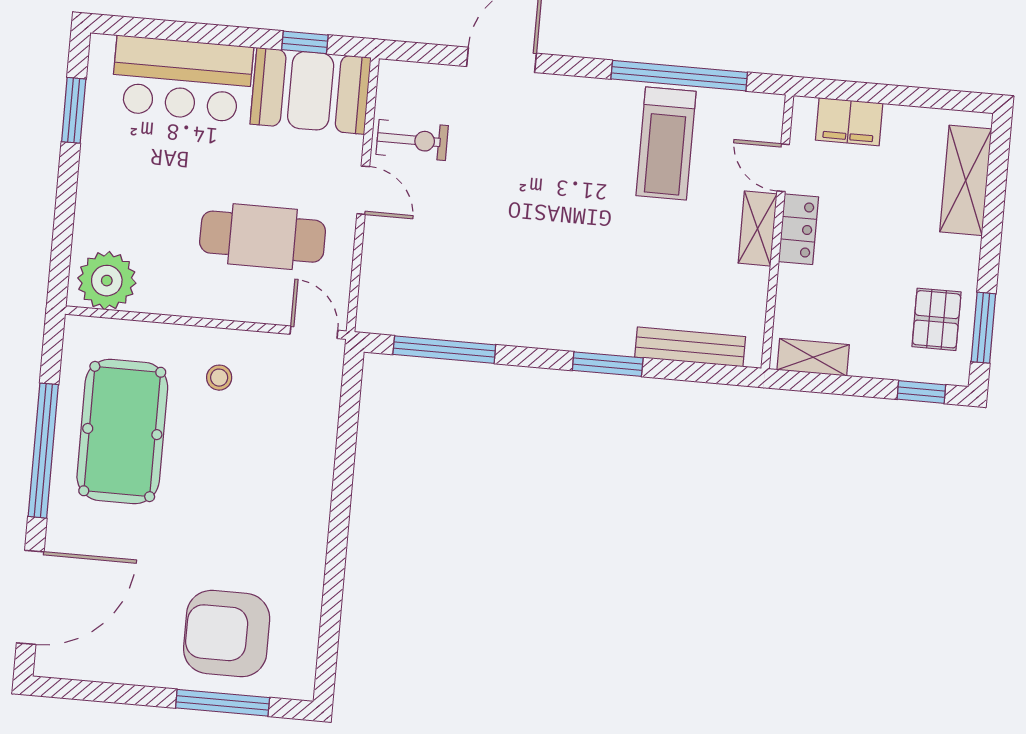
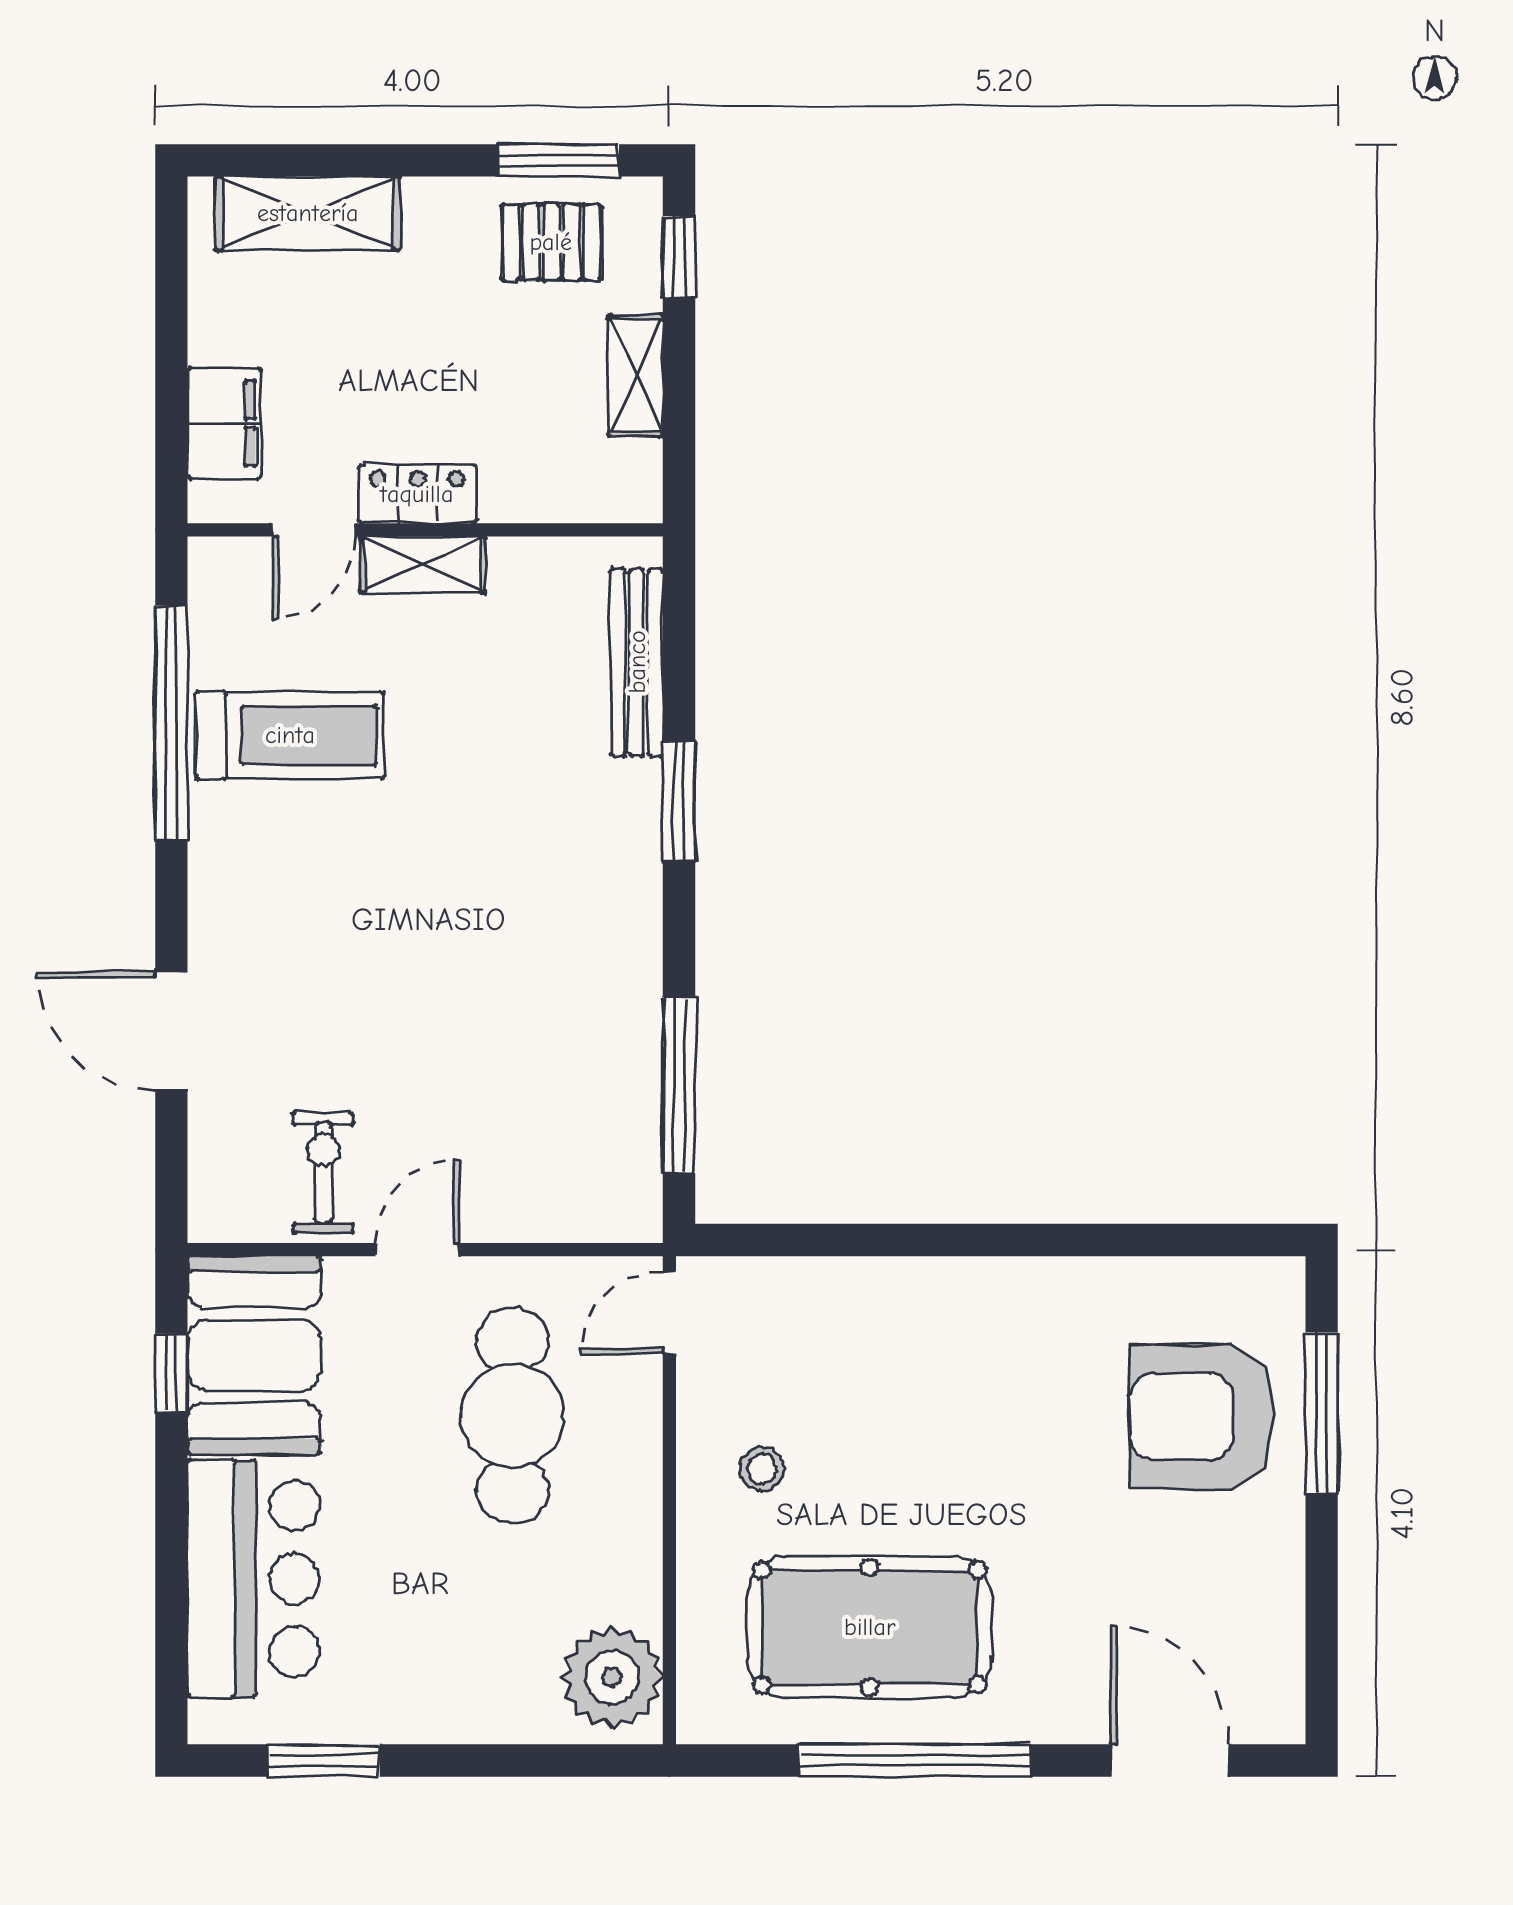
shelving: (813, 357) -> (636, 376), moved
door: (30, 597) -> (1170, 1760), width x0.73
armchair: (227, 634) -> (1202, 1417), turned 90

